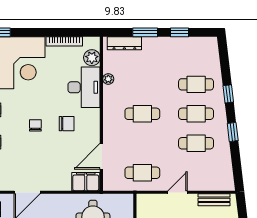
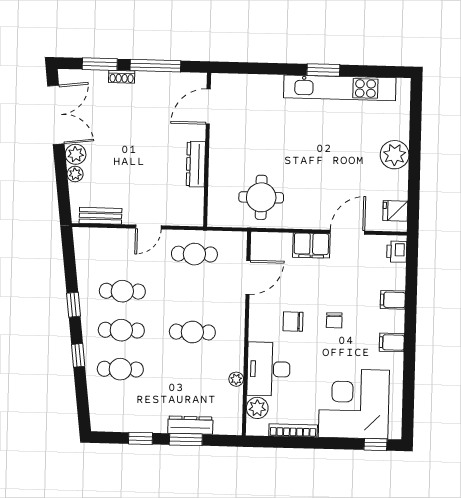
dresser: (124, 43) -> (190, 425), moved
filing cabinet: (86, 182) -> (311, 245), moved

